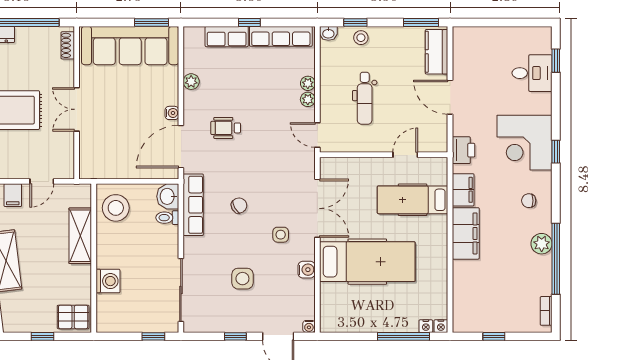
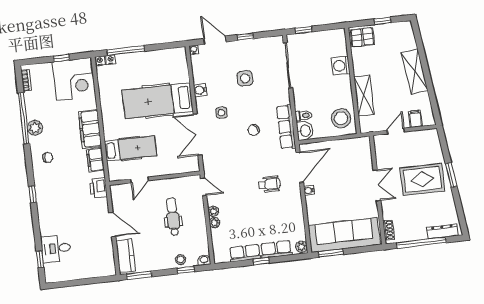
row of seats: (281, 36) -> (245, 253), width x0.68
plant: (191, 82) -> (302, 247), moved
corner desk: (525, 143) -> (74, 79), moved, turned 90

